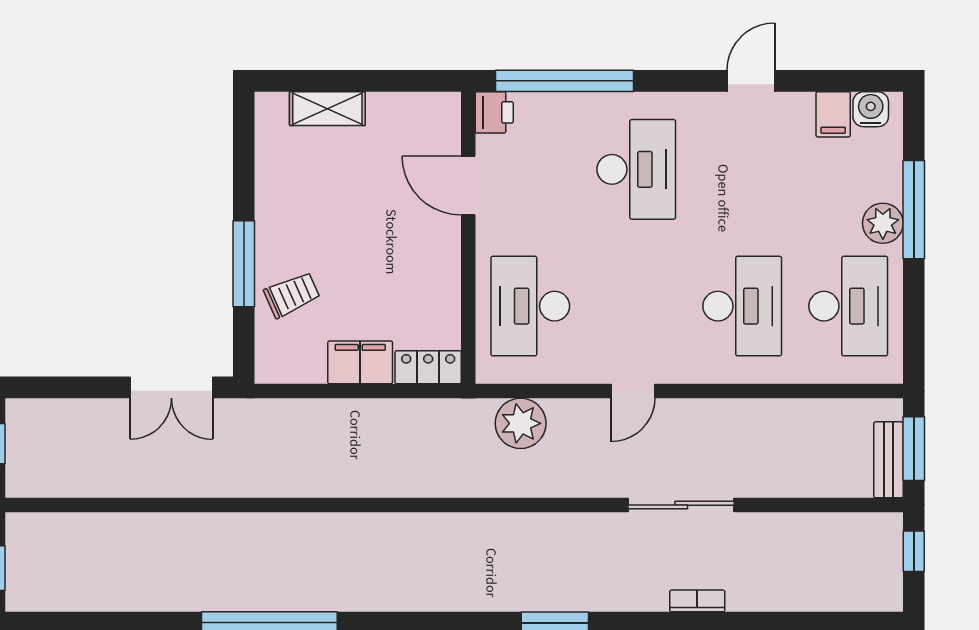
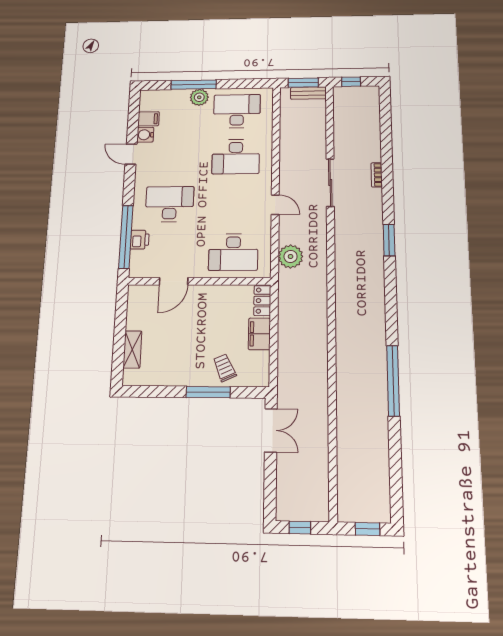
water cooler: (871, 109) -> (145, 135), moved
printer: (494, 112) -> (140, 240), moved, turned 90
desk: (742, 306) -> (236, 157), turned 180

